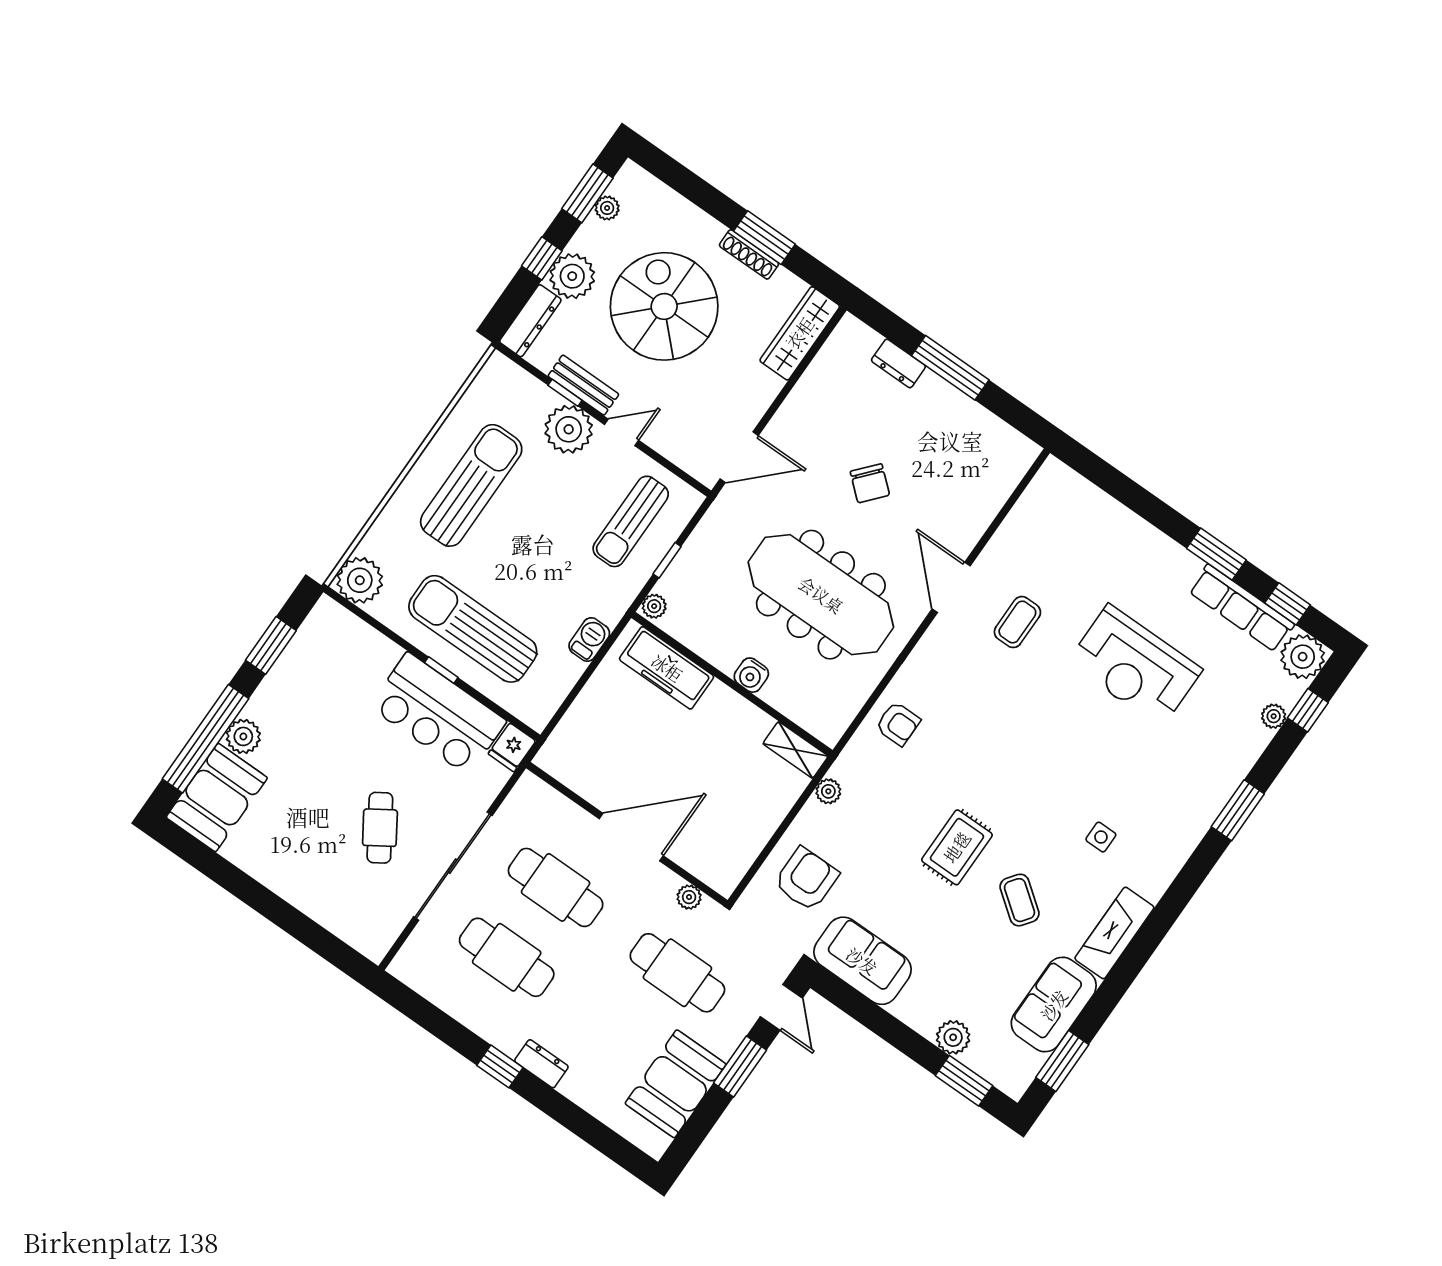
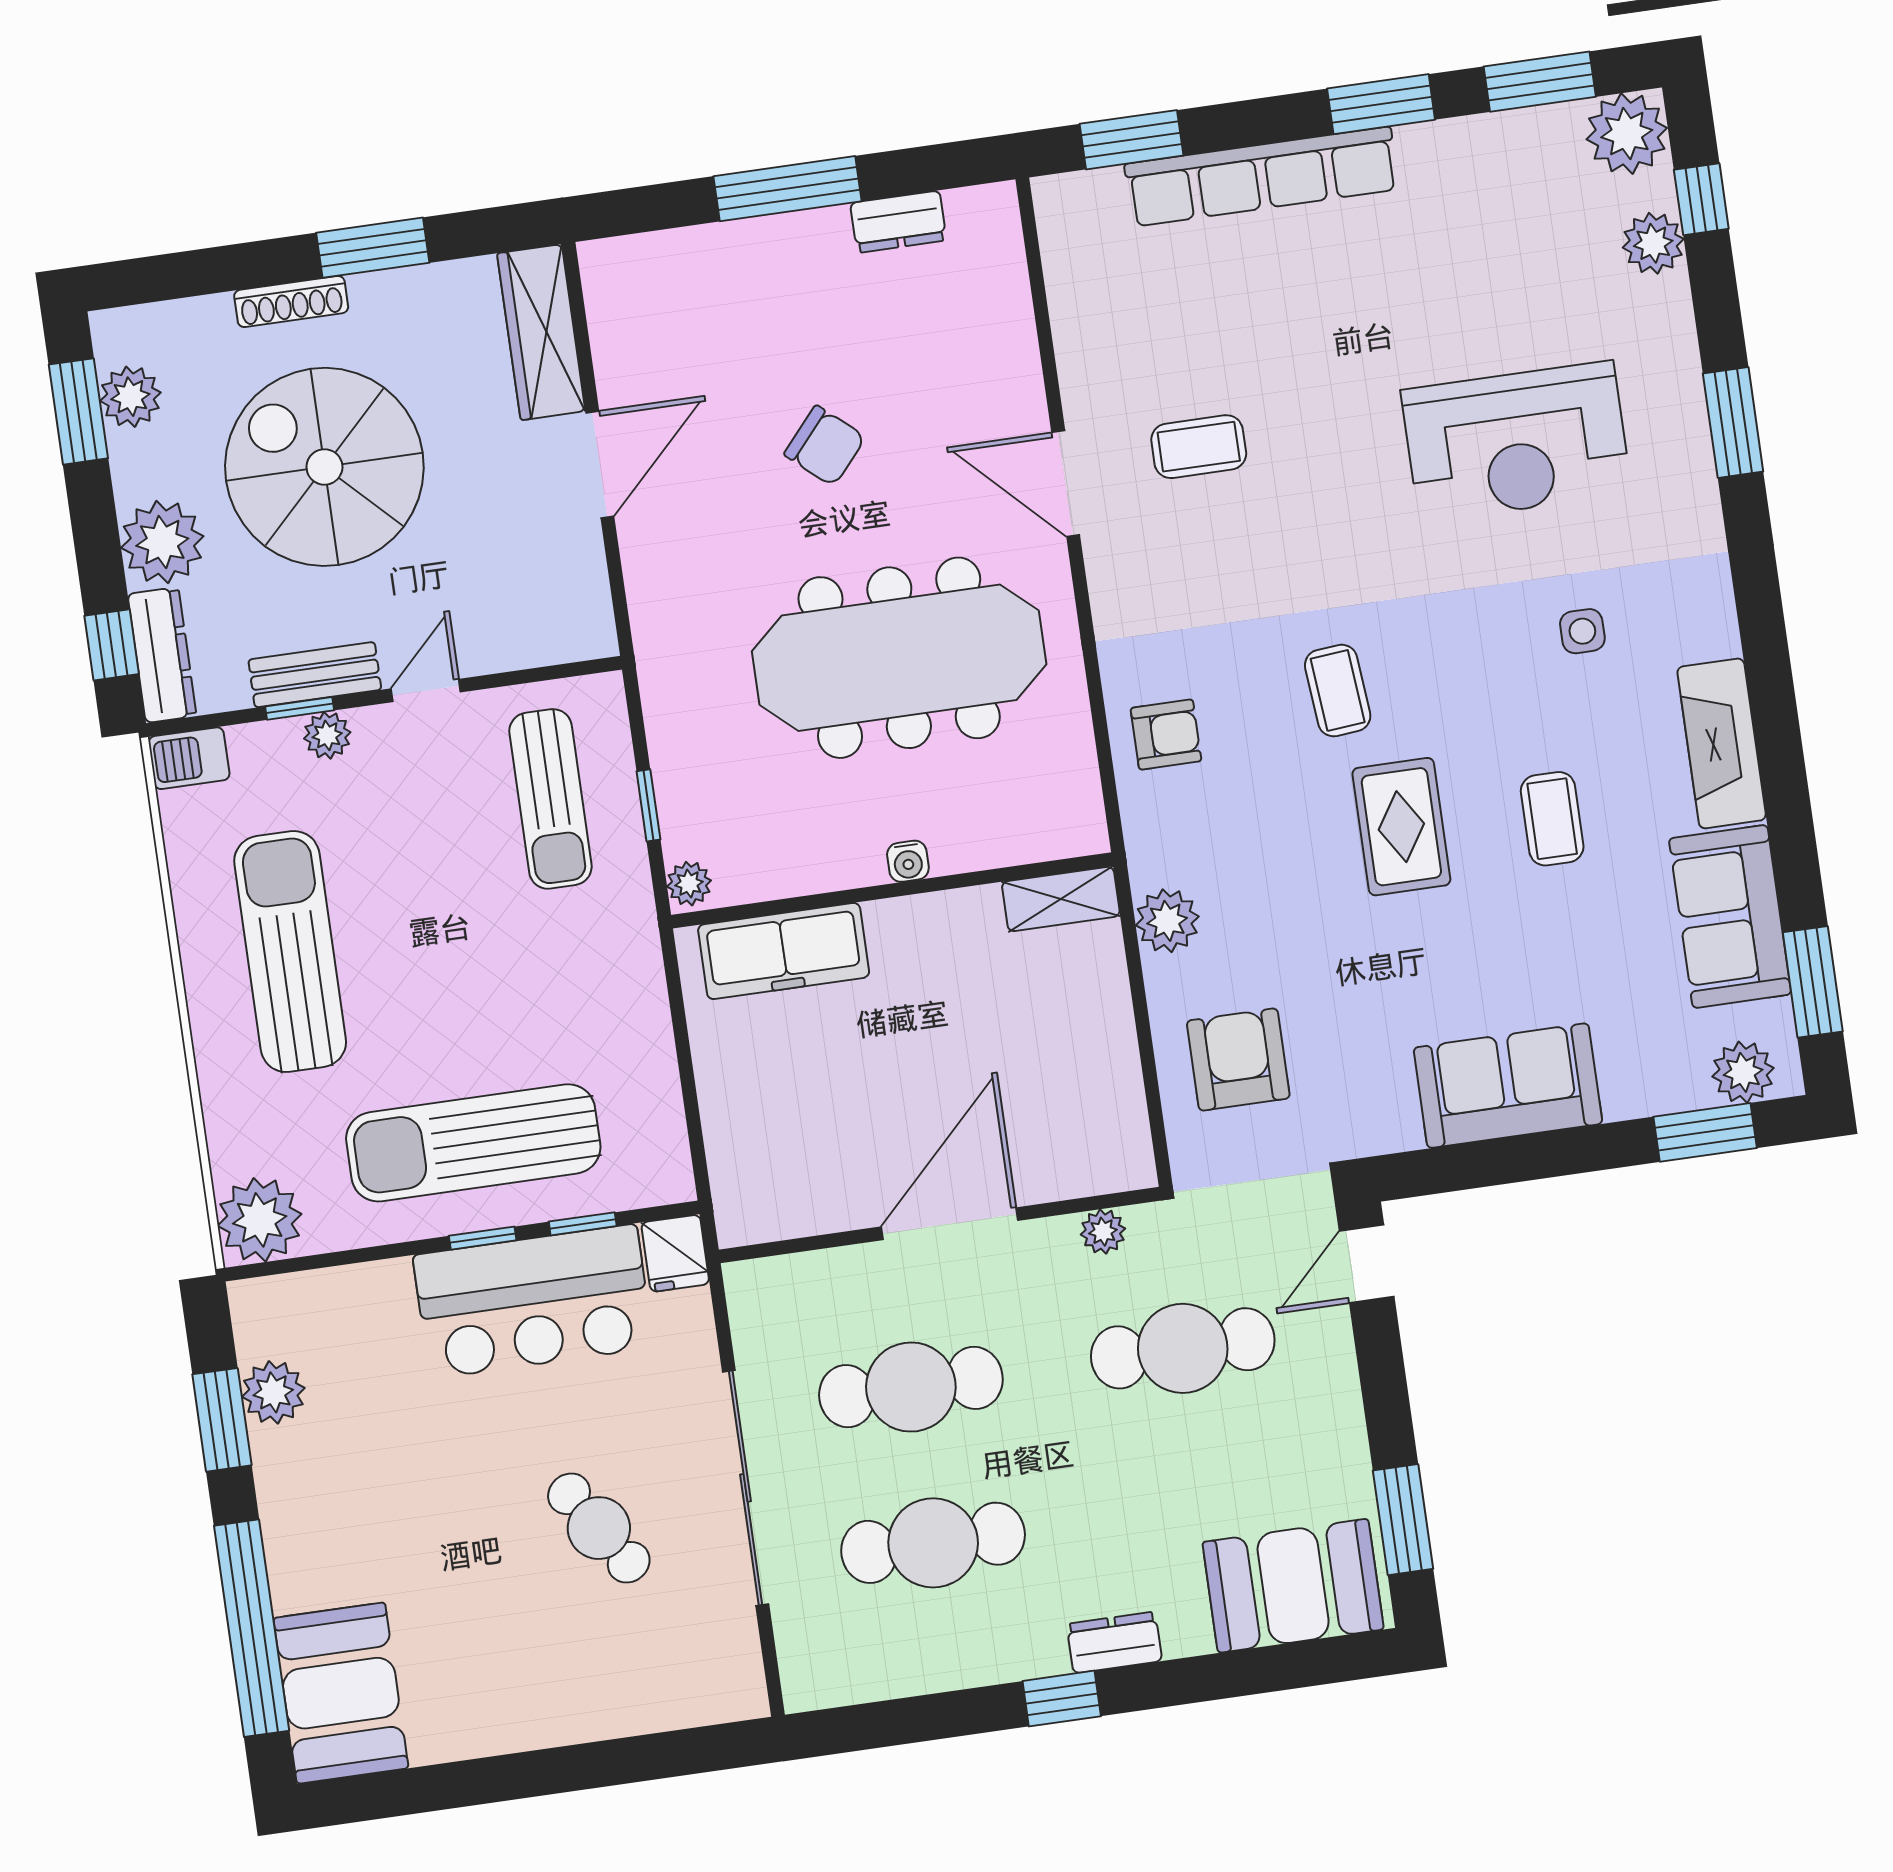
plant: (607, 208) -> (130, 397), width x1.38, depth x1.38
shoe rack: (749, 254) -> (291, 302), moved
window: (542, 258) -> (112, 645), moved
dresser: (898, 363) -> (898, 222), moved
plant: (569, 429) -> (327, 735), width x0.53, depth x0.53
door: (739, 457) -> (600, 464), moved
window: (1104, 476) -> (1131, 140), added
window: (1287, 604) -> (1540, 82), width x1.50
row of seats: (1241, 608) -> (1262, 177), moved, width x1.36
coffee table: (1017, 622) -> (1199, 447), turned 90
barbecue: (589, 639) -> (189, 758), moved, turned -90
reception desk: (1135, 666) -> (1516, 442), moved
water cooler: (751, 675) -> (908, 861), width x0.72, depth x0.72
window: (486, 701) -> (583, 1224), added
plant: (1274, 716) -> (1653, 243), width x1.38, depth x1.38
plant: (243, 736) -> (273, 1392), moved
coffee table: (982, 770) -> (1338, 691), added
plant: (828, 791) -> (1167, 921), width x1.38, depth x1.38
coffee table: (1020, 900) -> (1552, 819), turned 53
sofa: (862, 961) -> (1508, 1086), moved
door: (781, 1007) -> (1367, 1264), swing flipped
plant: (953, 1037) -> (1743, 1072), moved
window: (740, 1066) -> (1403, 1520), moved
booth: (676, 1084) -> (1293, 1586), moved, turned 90

